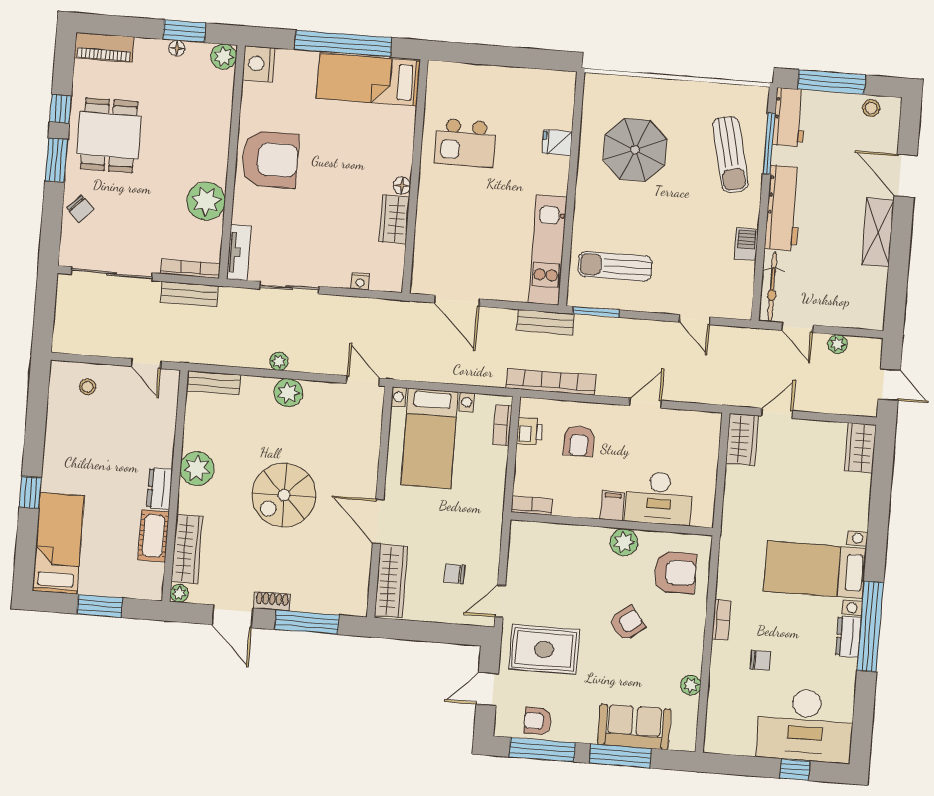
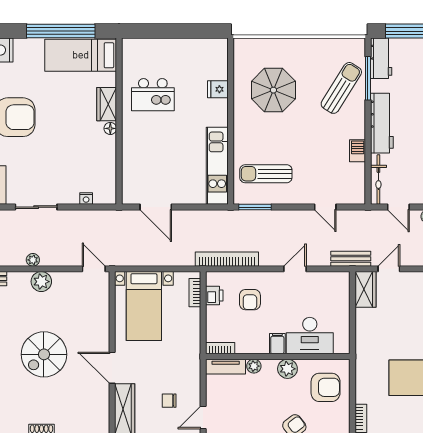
sun lounger: (730, 154) -> (341, 88), turned -135
wardrobe: (394, 219) -> (107, 104), moved
bench: (545, 322) -> (351, 259), moved
tv unit: (537, 532) -> (226, 367), added
plant: (577, 535) -> (254, 366), added

